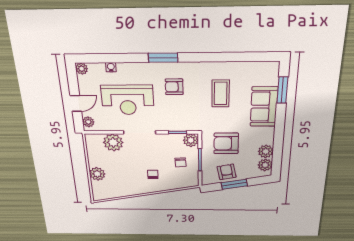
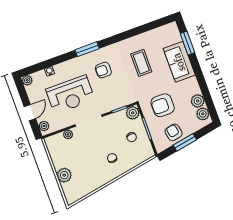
plant: (113, 142) -> (68, 134), width x0.53, depth x0.53

